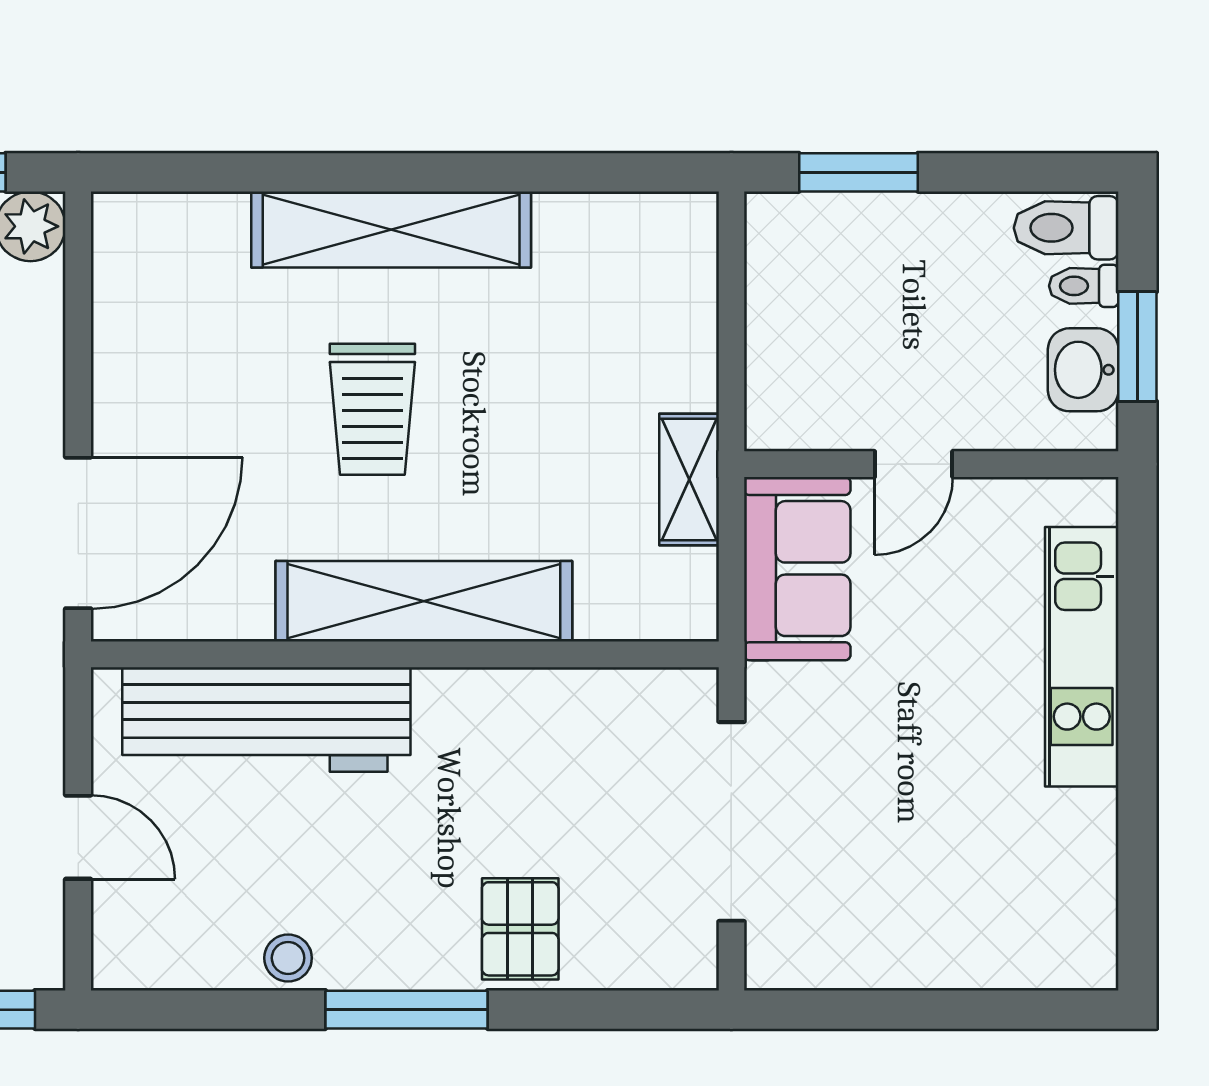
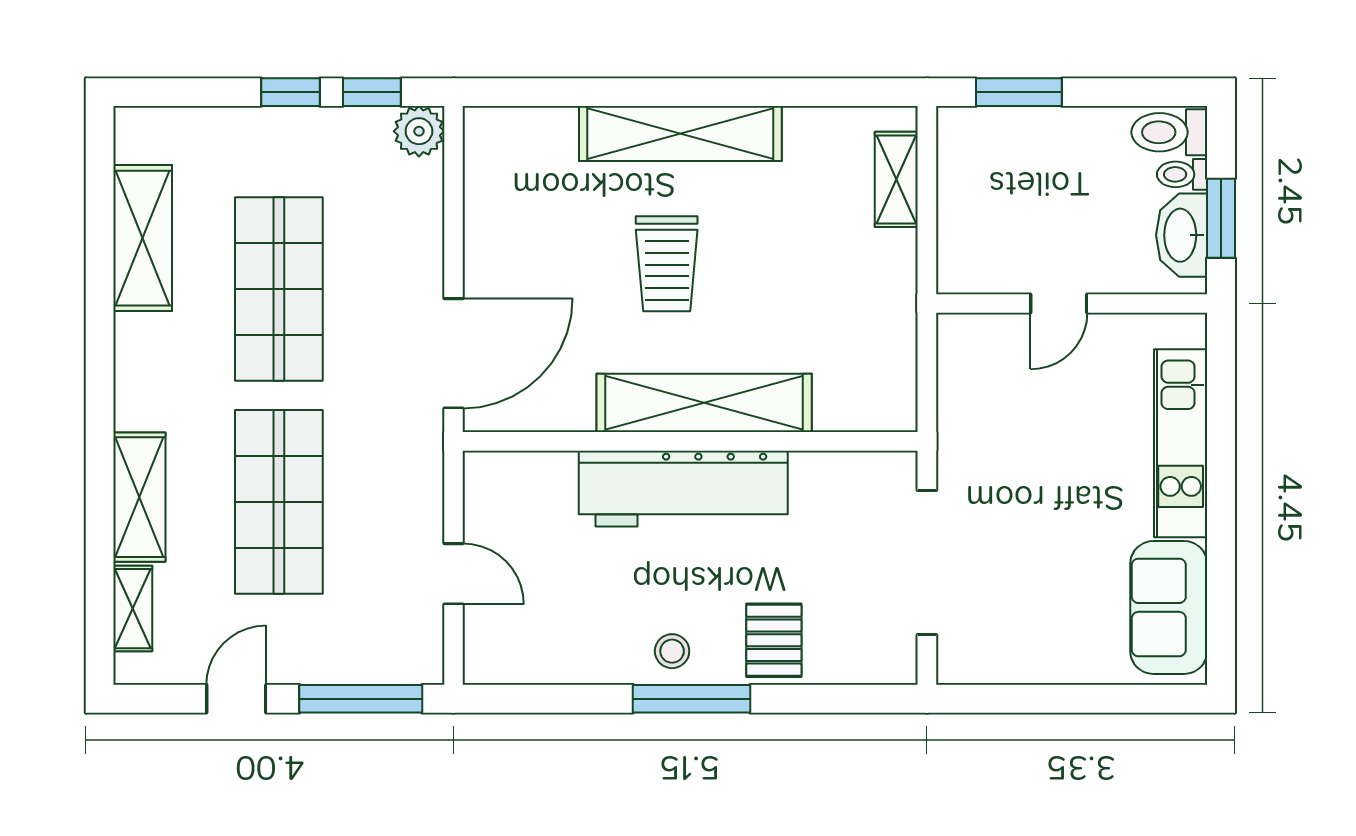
washbasin: (1083, 370) -> (1182, 235), width x1.38
shelving: (689, 480) -> (896, 179), moved
sofa: (797, 569) -> (1169, 607), moved, turned 180
workbench: (266, 720) -> (683, 489), moved
stool: (288, 958) -> (672, 651), moved

